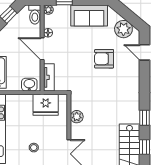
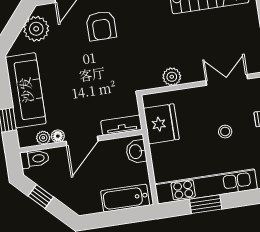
plant: (48, 10) -> (43, 138), moved
sofa: (89, 15) -> (26, 90), width x1.36
armchair: (104, 59) -> (101, 26), moved

